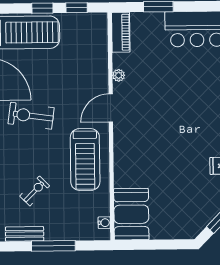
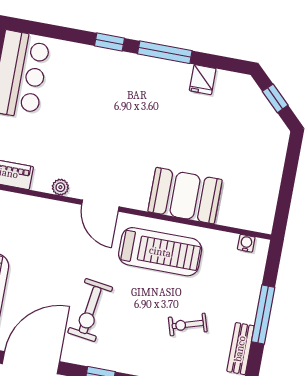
exercise bike: (35, 191) -> (188, 325), turned -62
booth: (131, 214) -> (185, 196), moved

